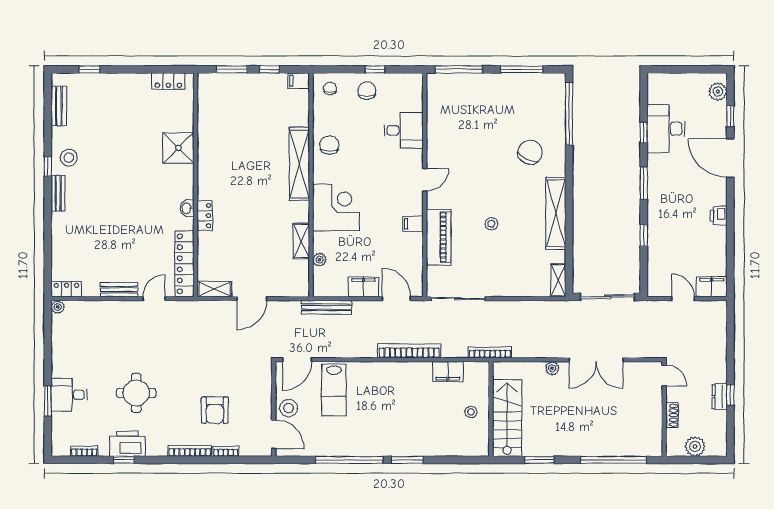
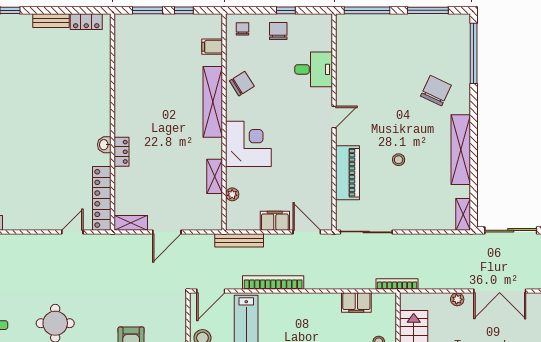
filing cabinet: (299, 81) -> (212, 47), moved
chair: (329, 145) -> (242, 84), turned 58
shower: (178, 148) -> (96, 86), removed
filing cabinet: (413, 224) -> (323, 160), removed
bench: (119, 290) -> (51, 21), moved
bookcase: (409, 351) -> (273, 283), moved

